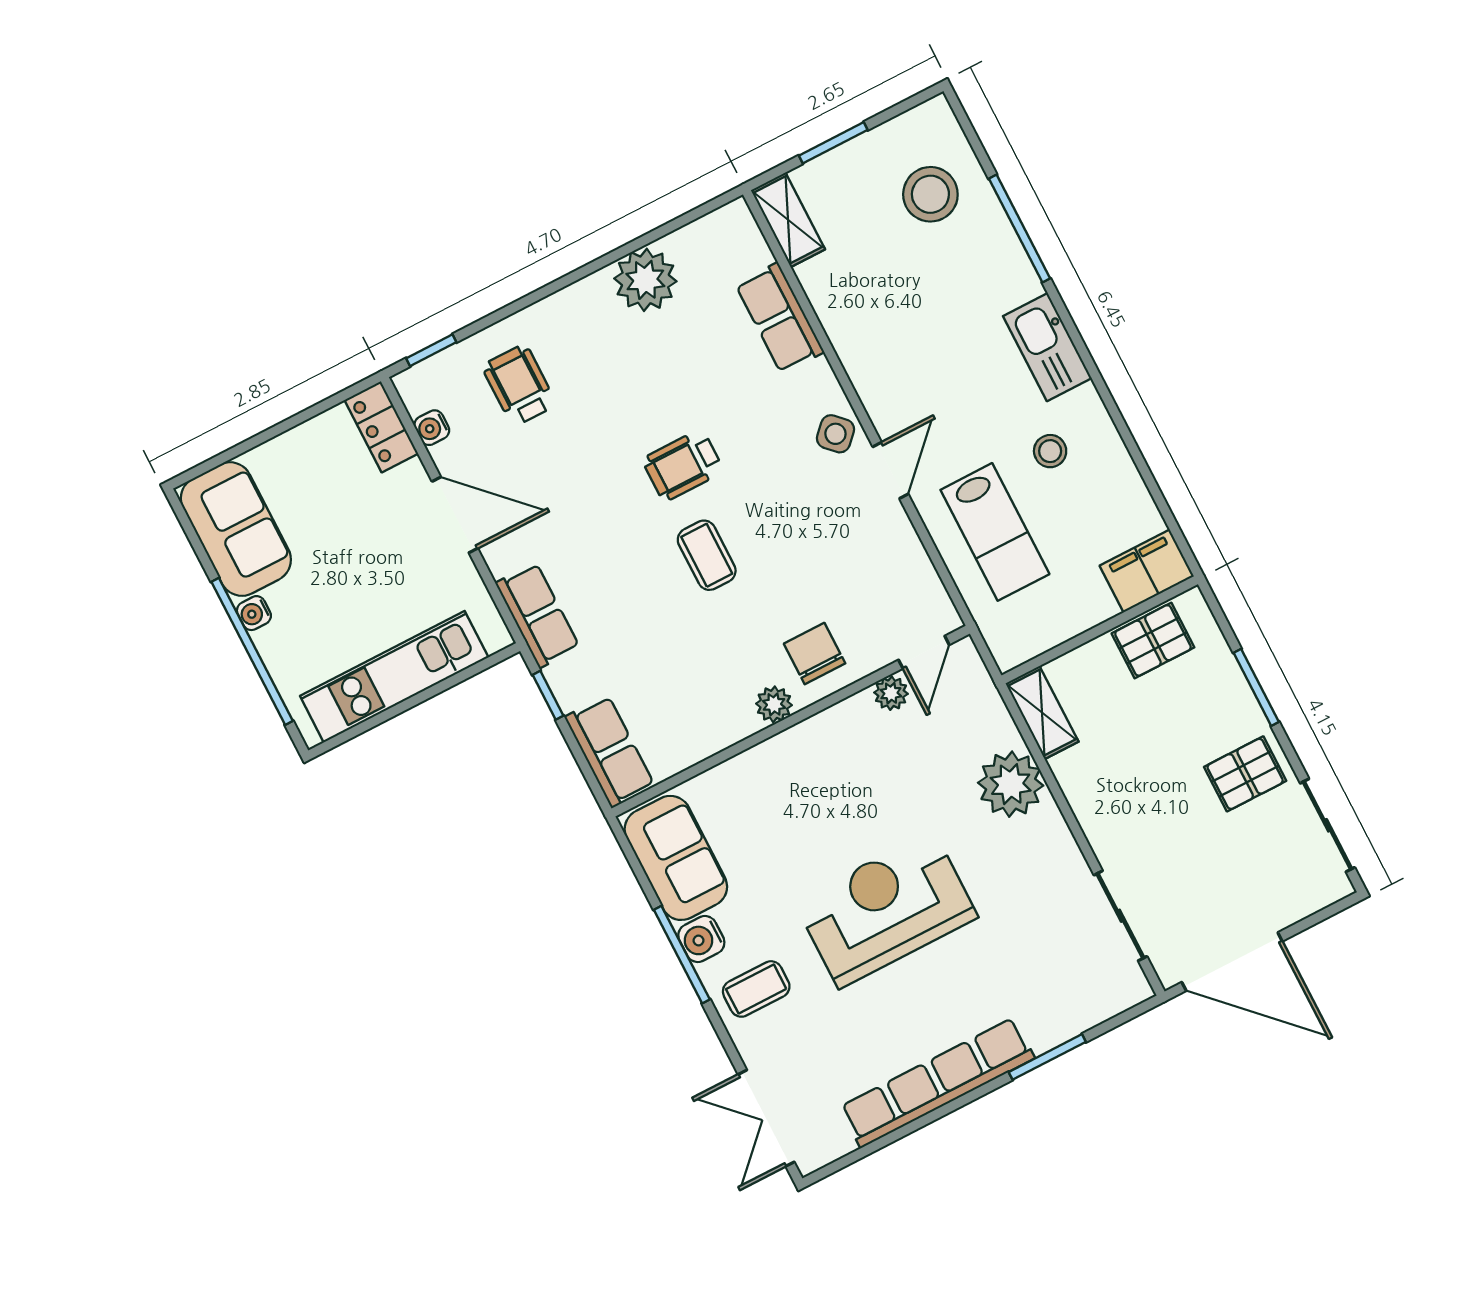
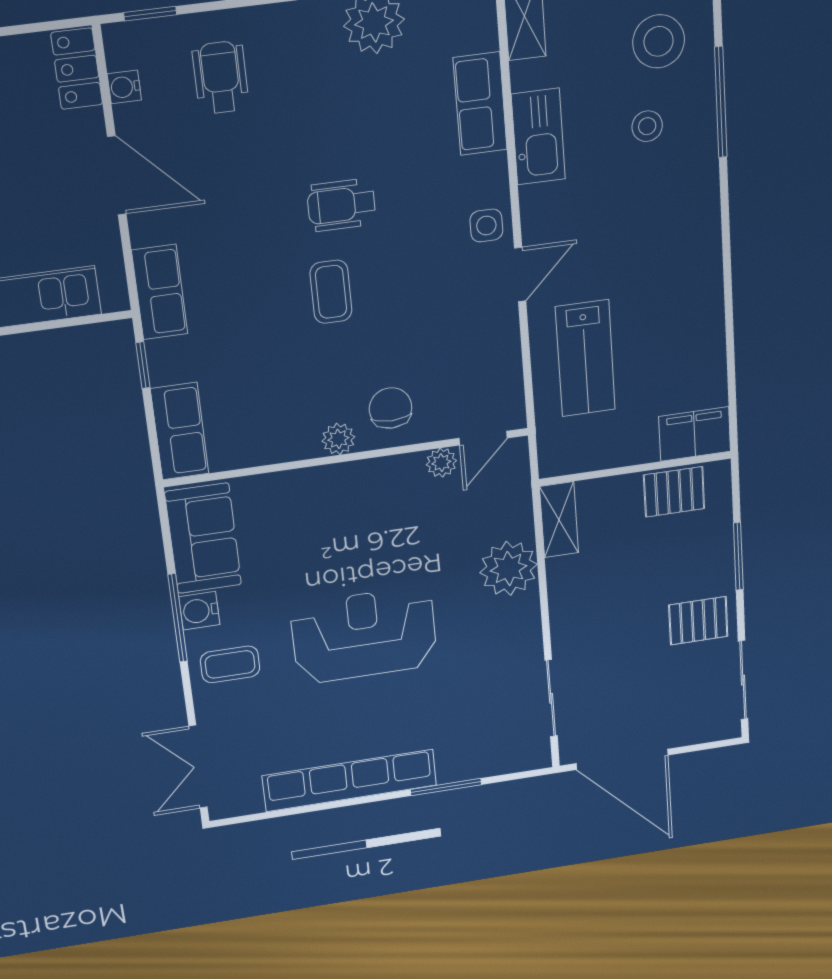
kitchen sink: (1047, 347) -> (538, 137), moved, turned 180
side table: (835, 434) -> (486, 225), turned 45
stool: (1050, 451) -> (647, 126), moved

